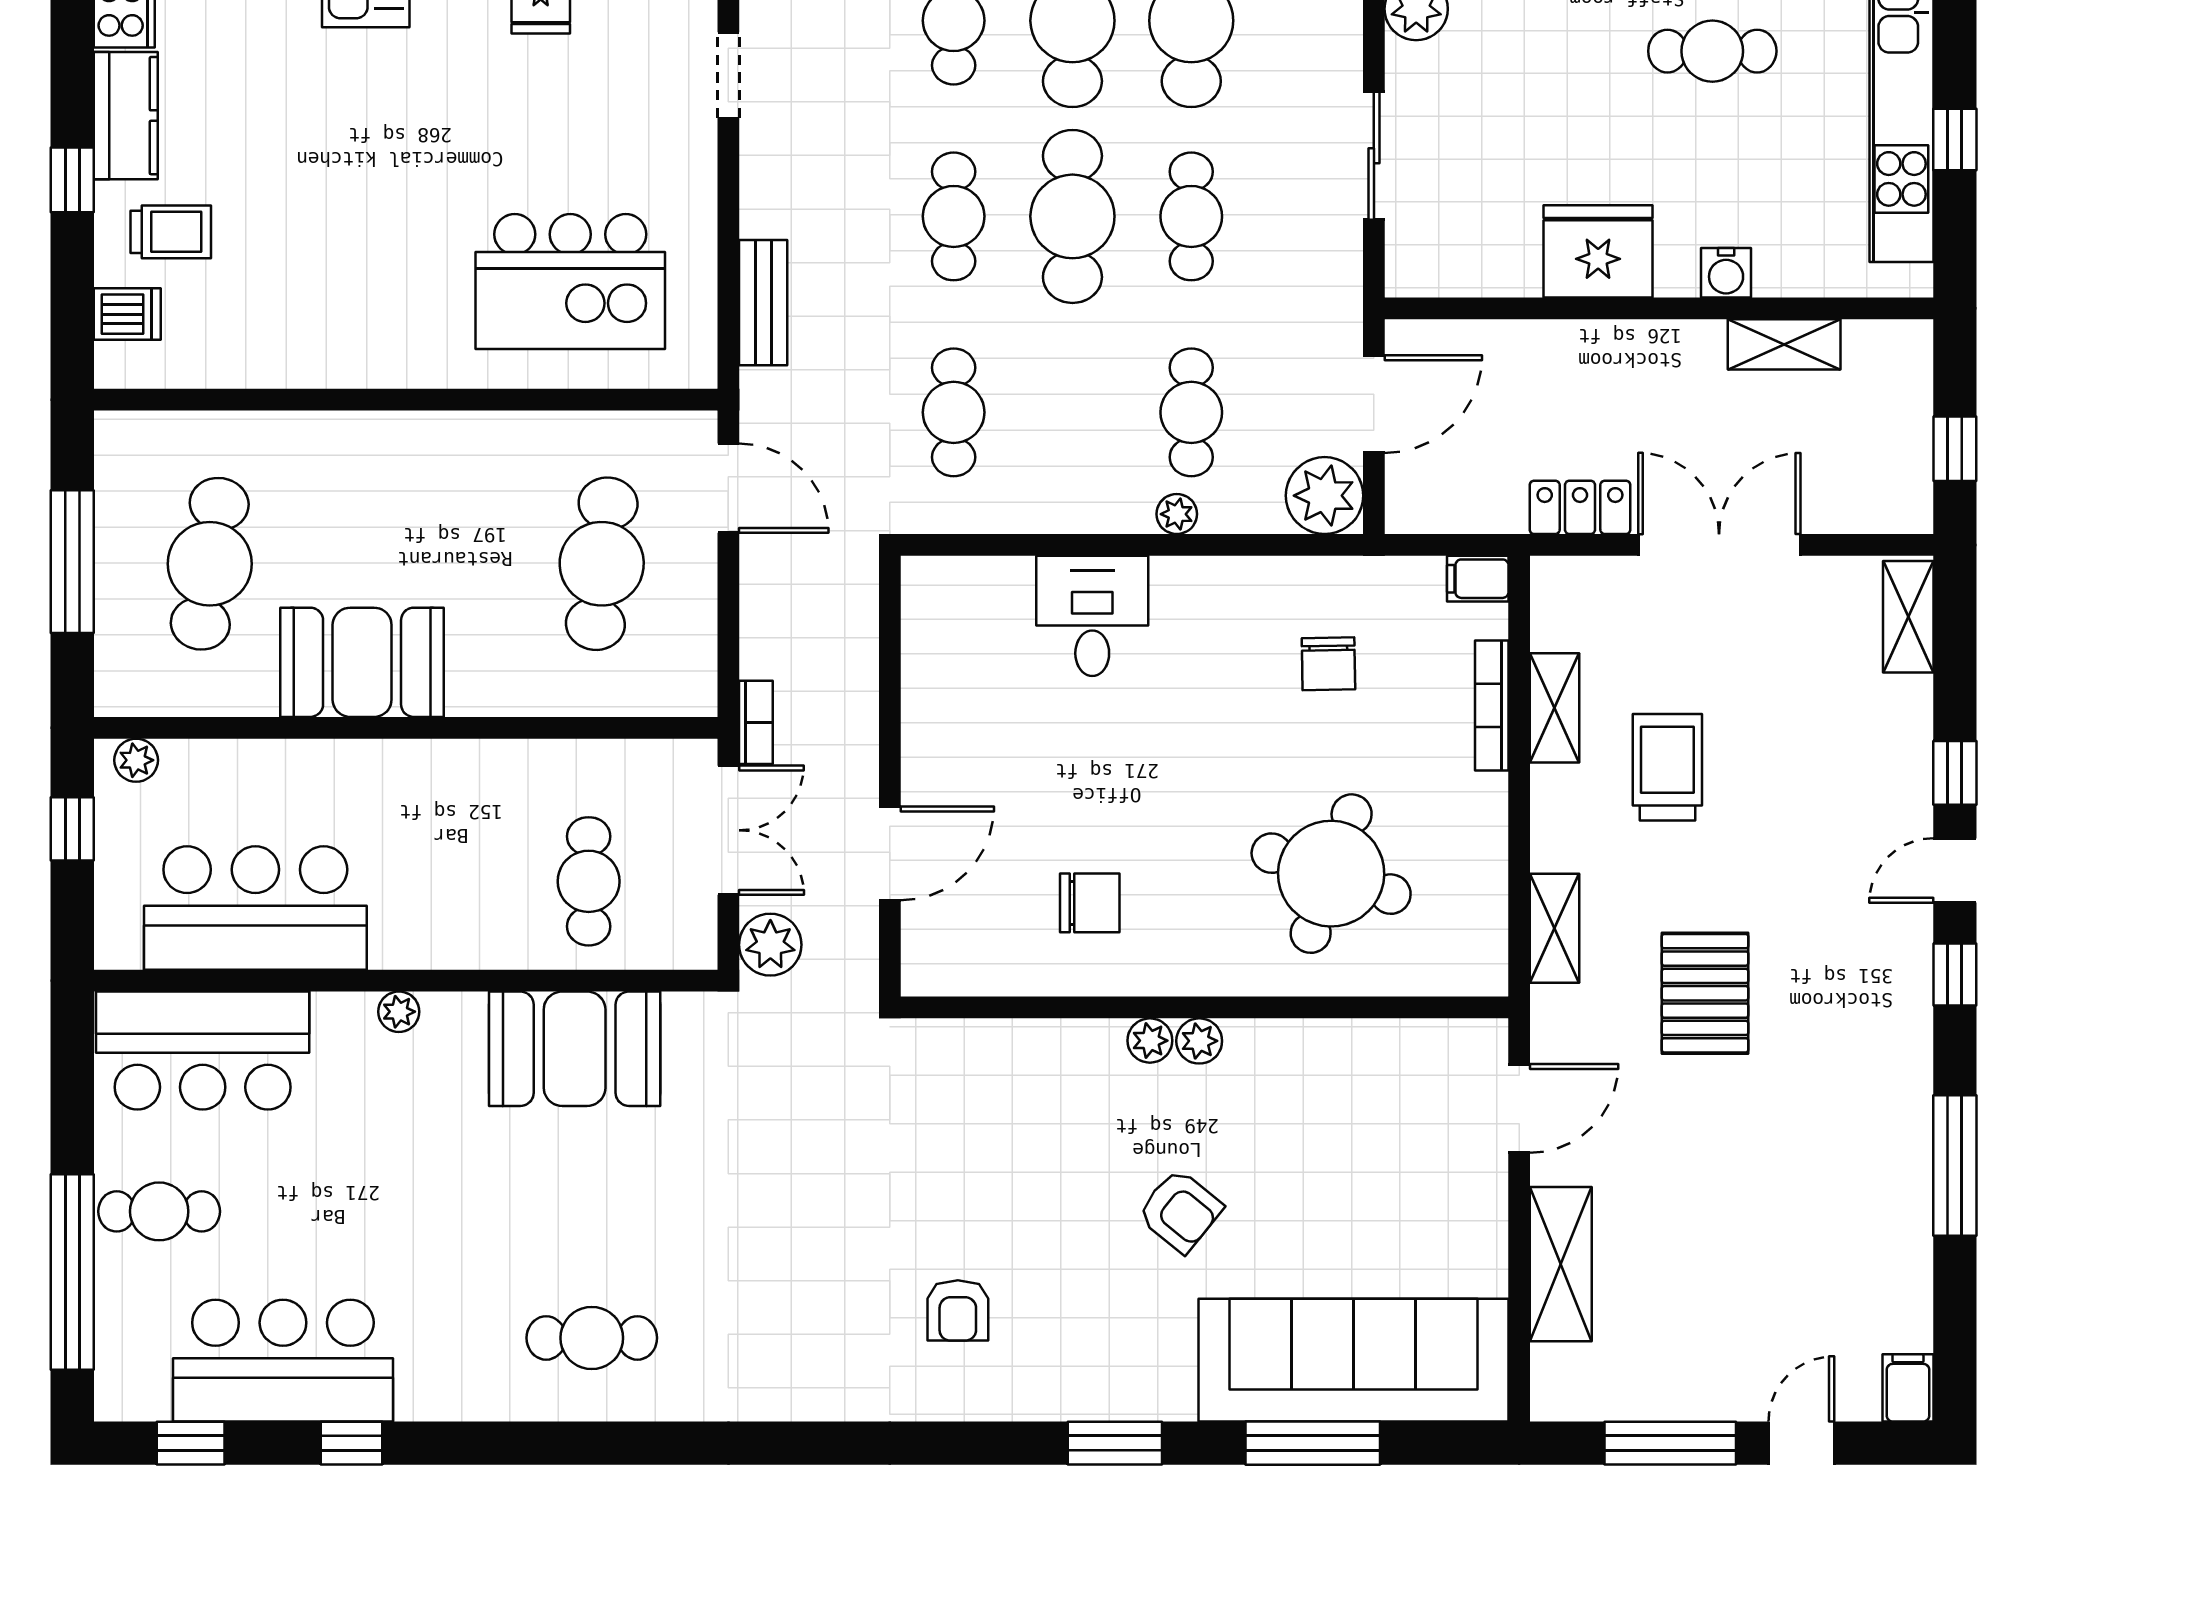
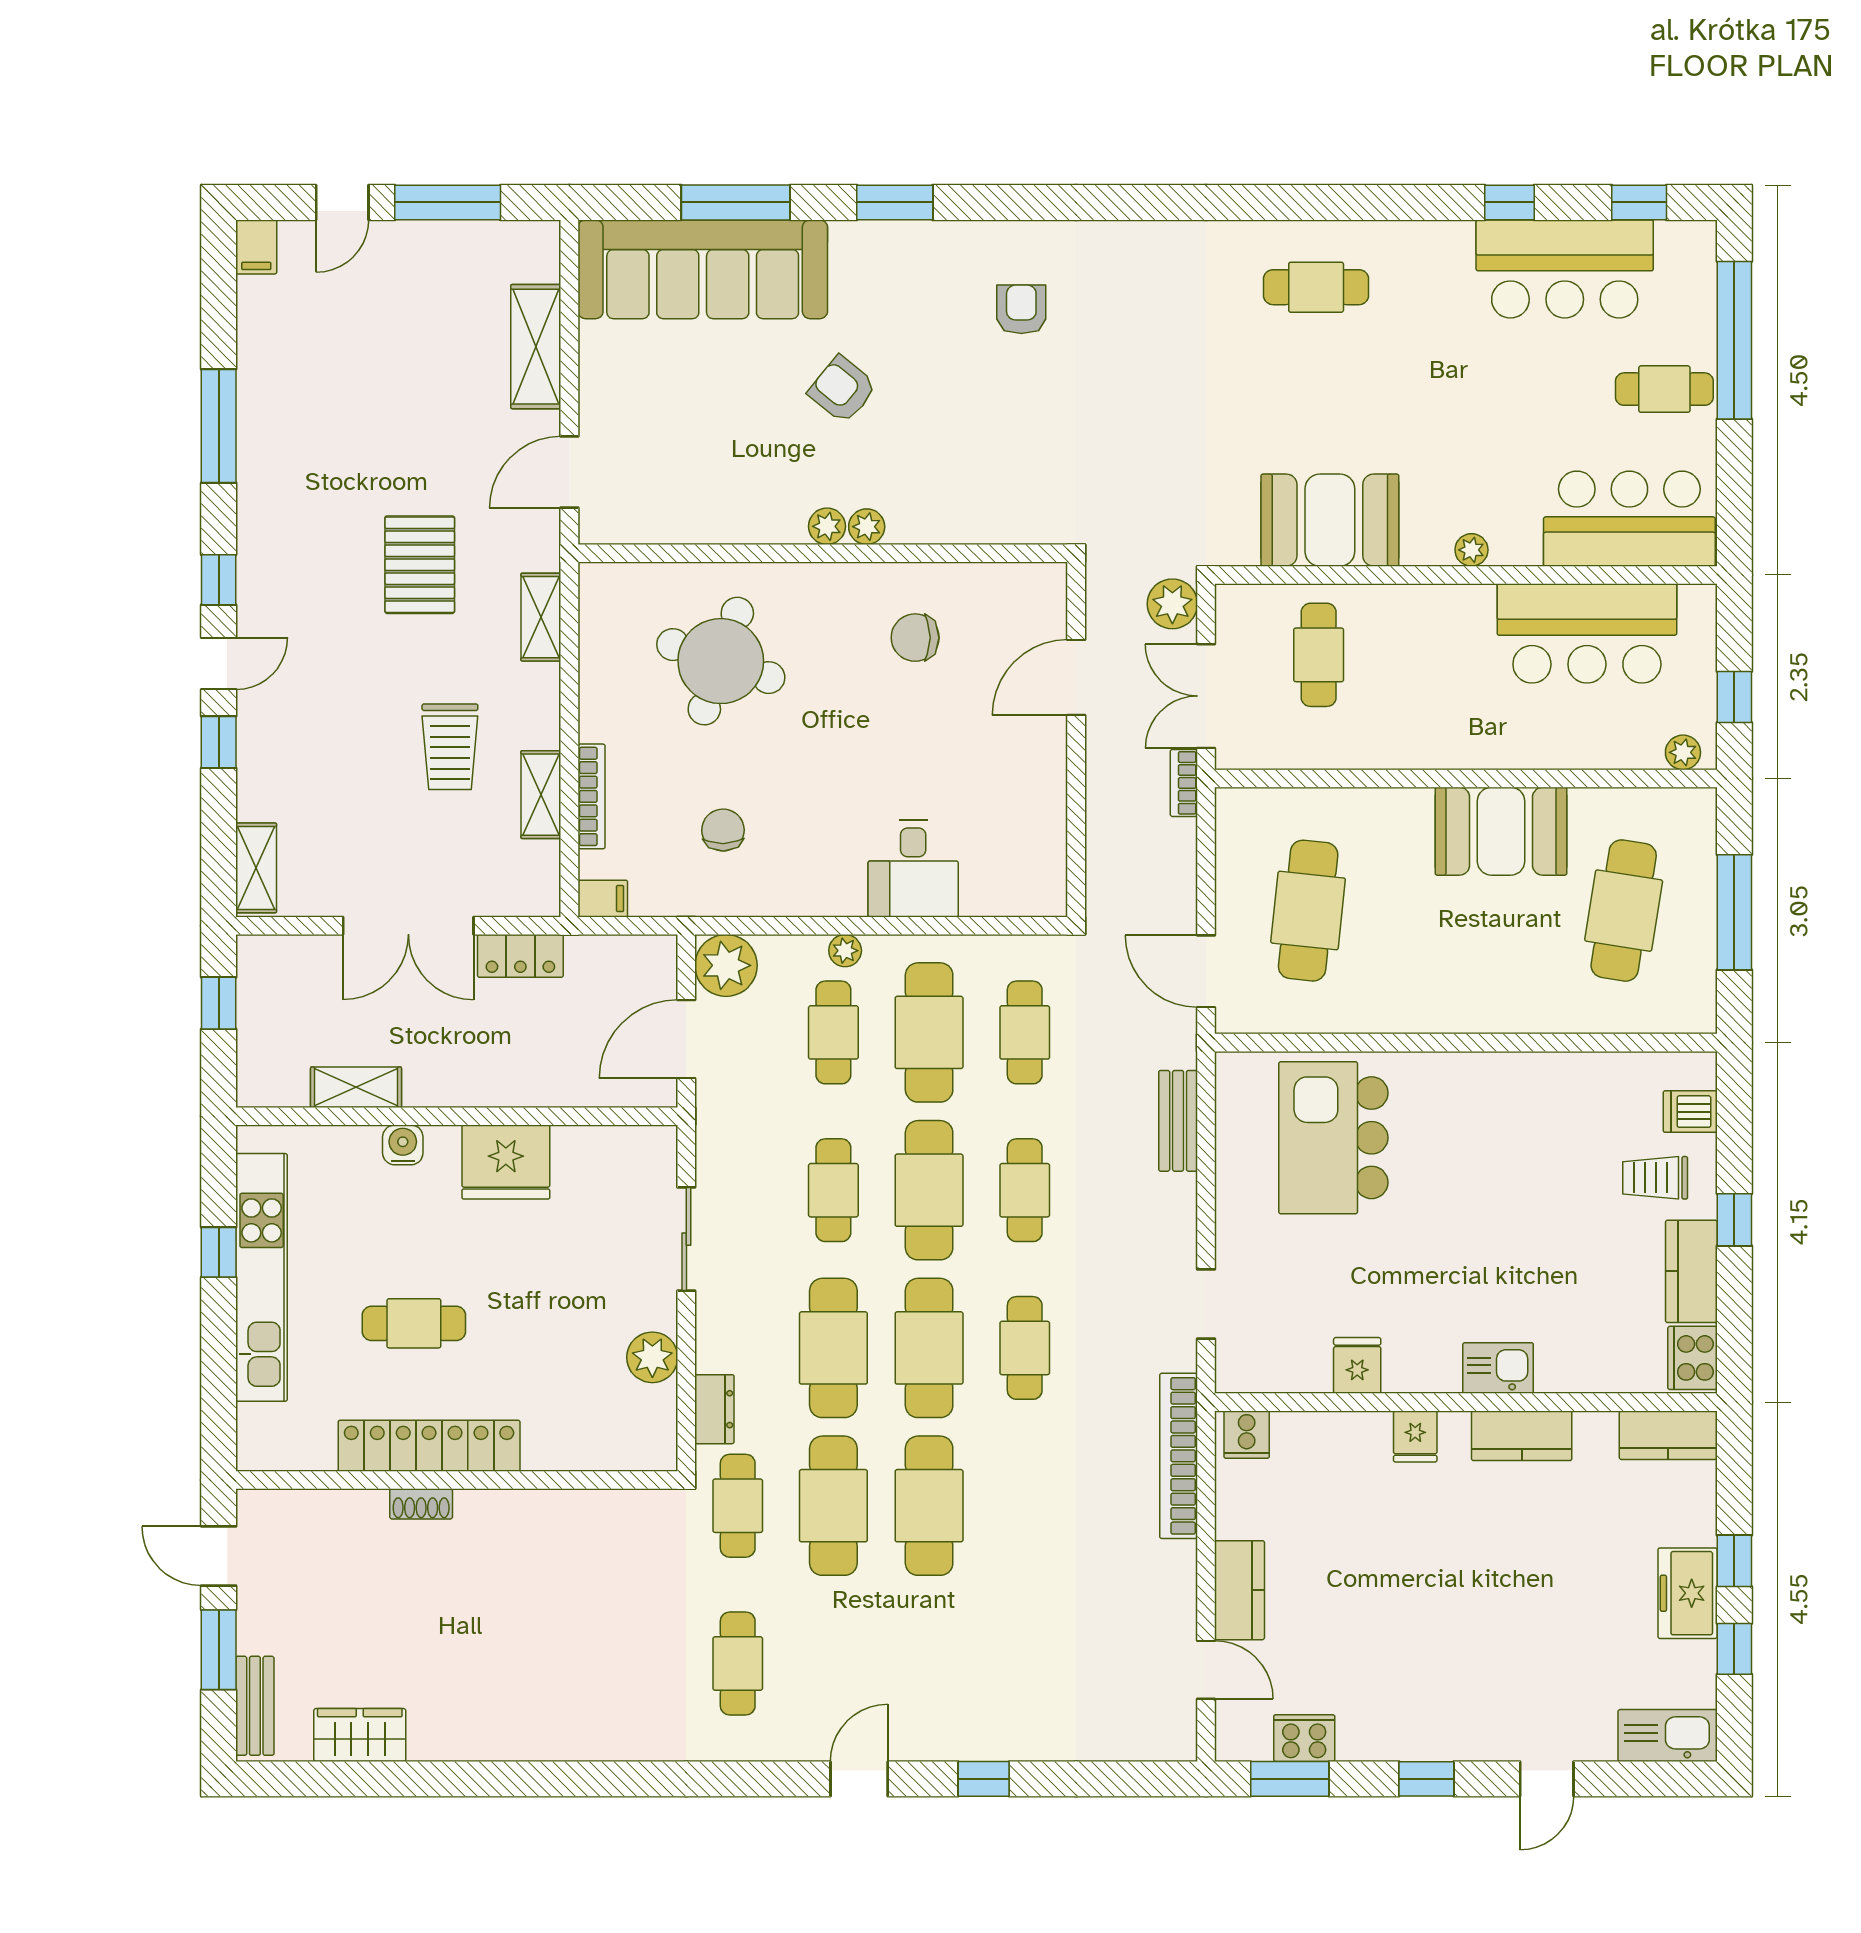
kitchen island: (570, 282) -> (1333, 1138), turned -90
cafe table: (1072, 412) -> (929, 1032), added

